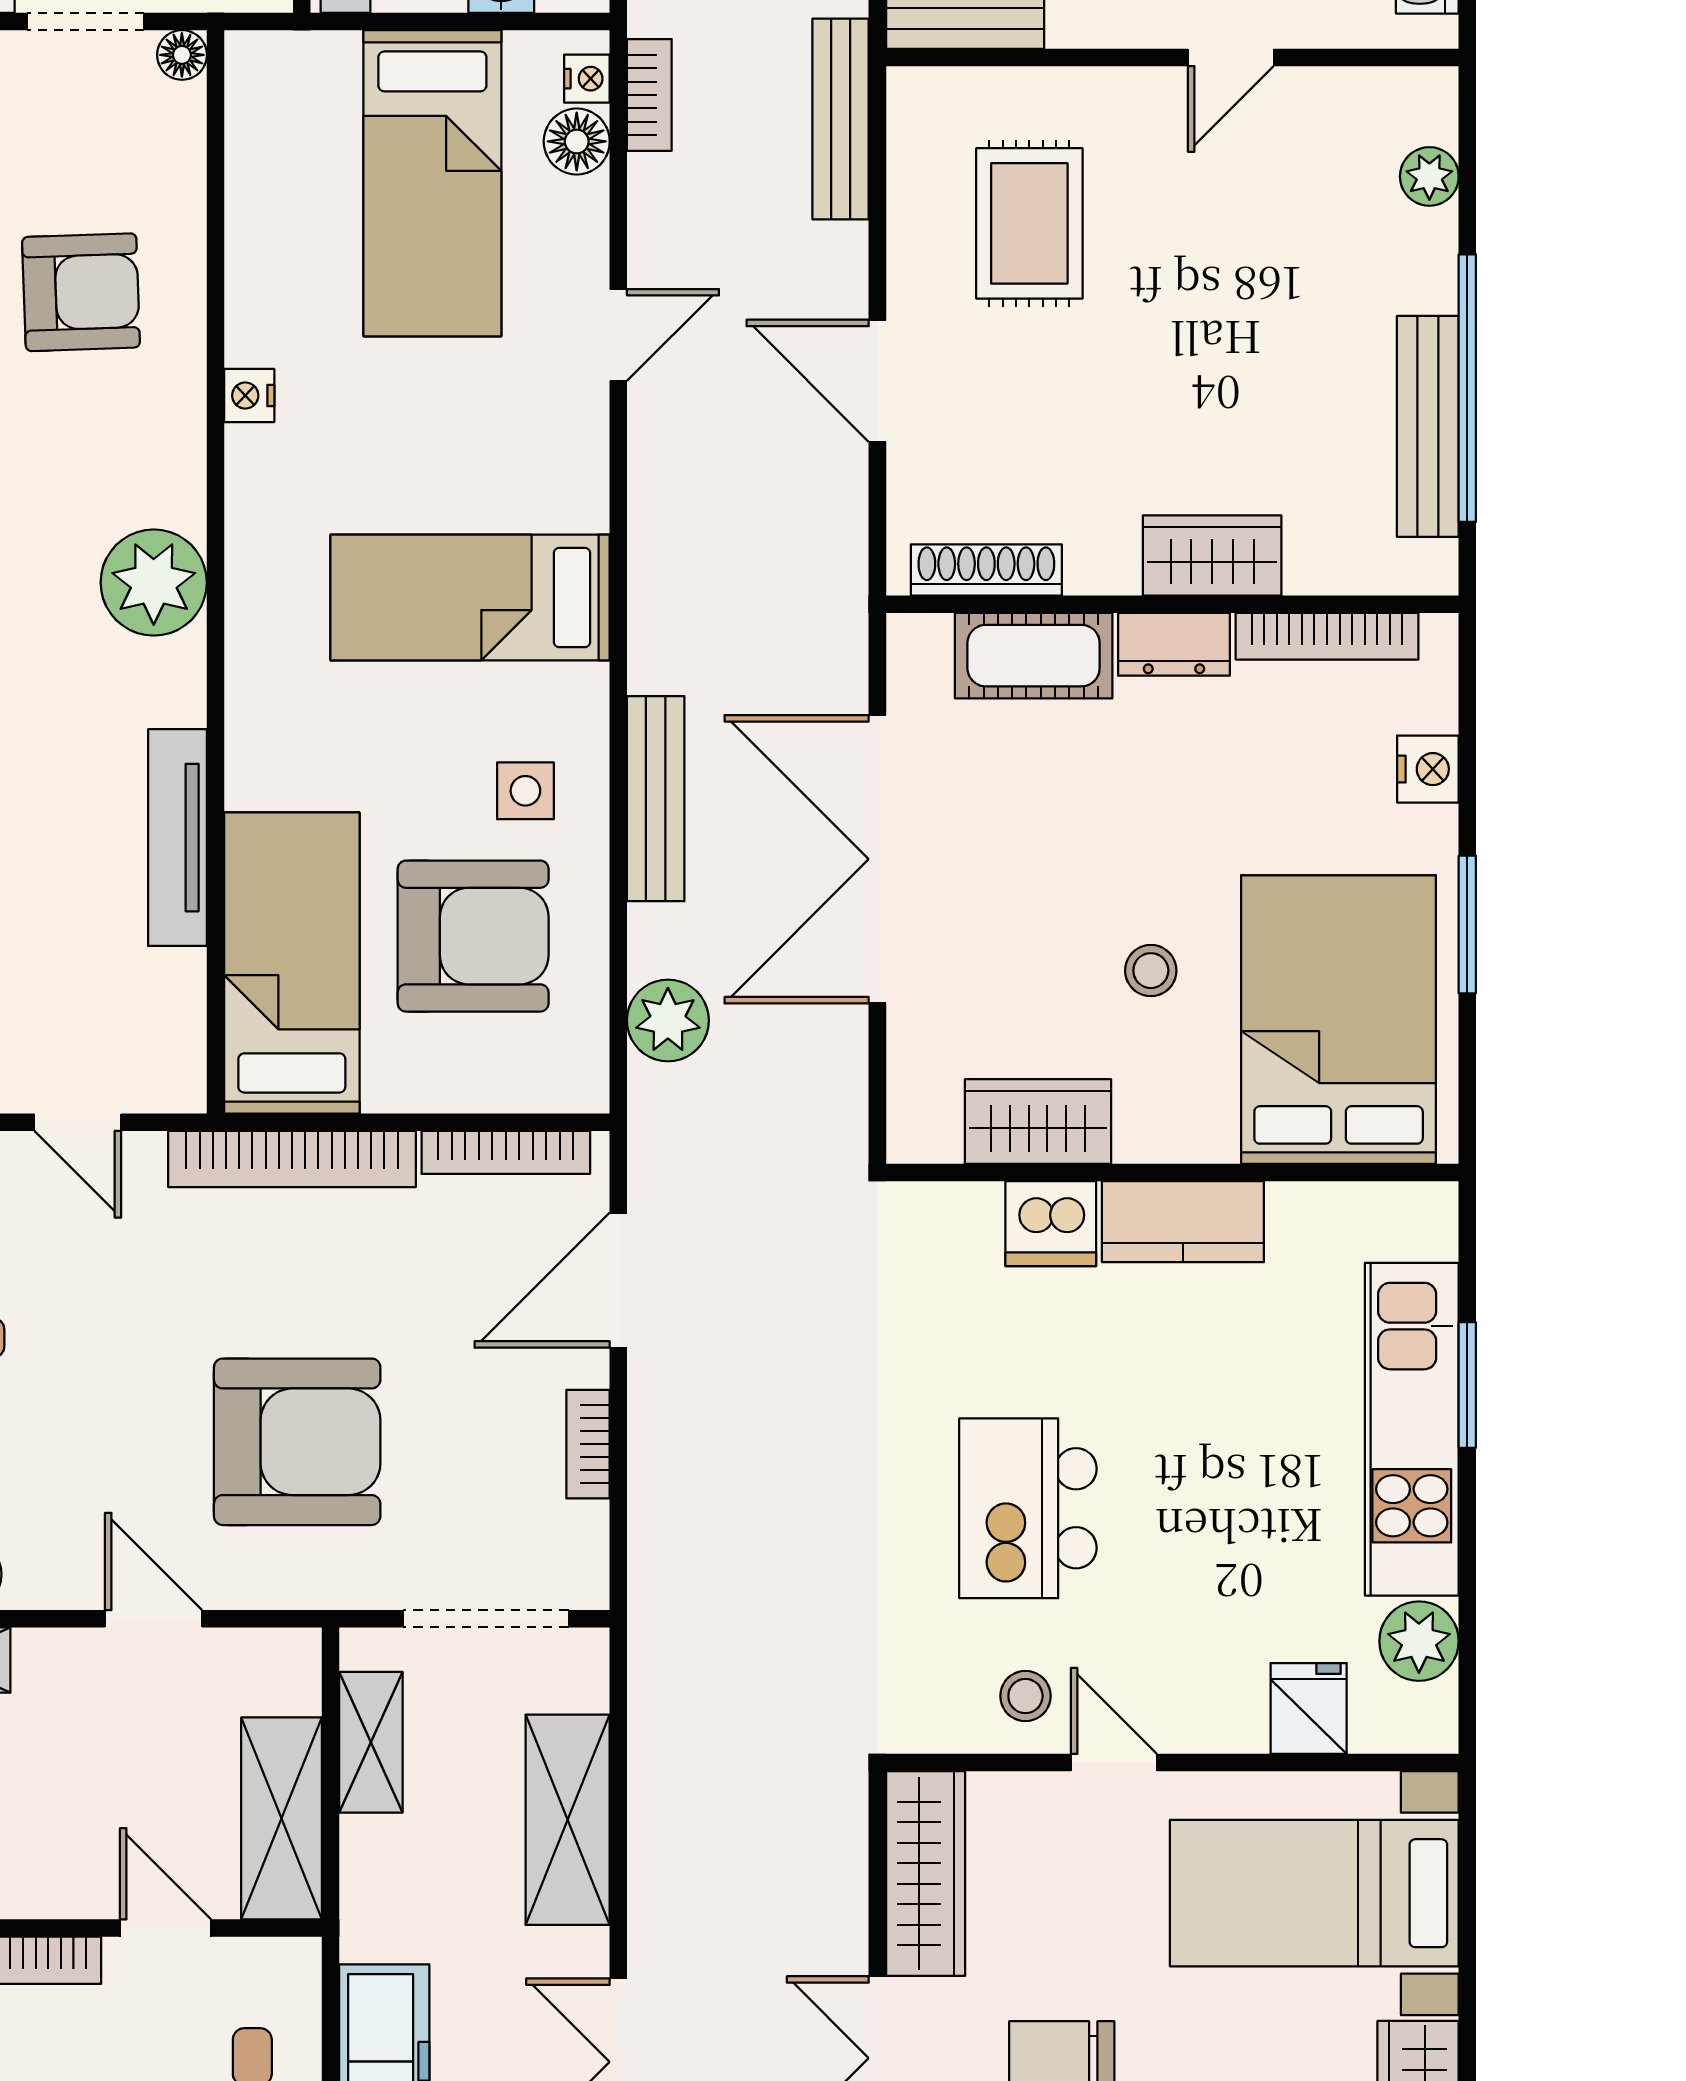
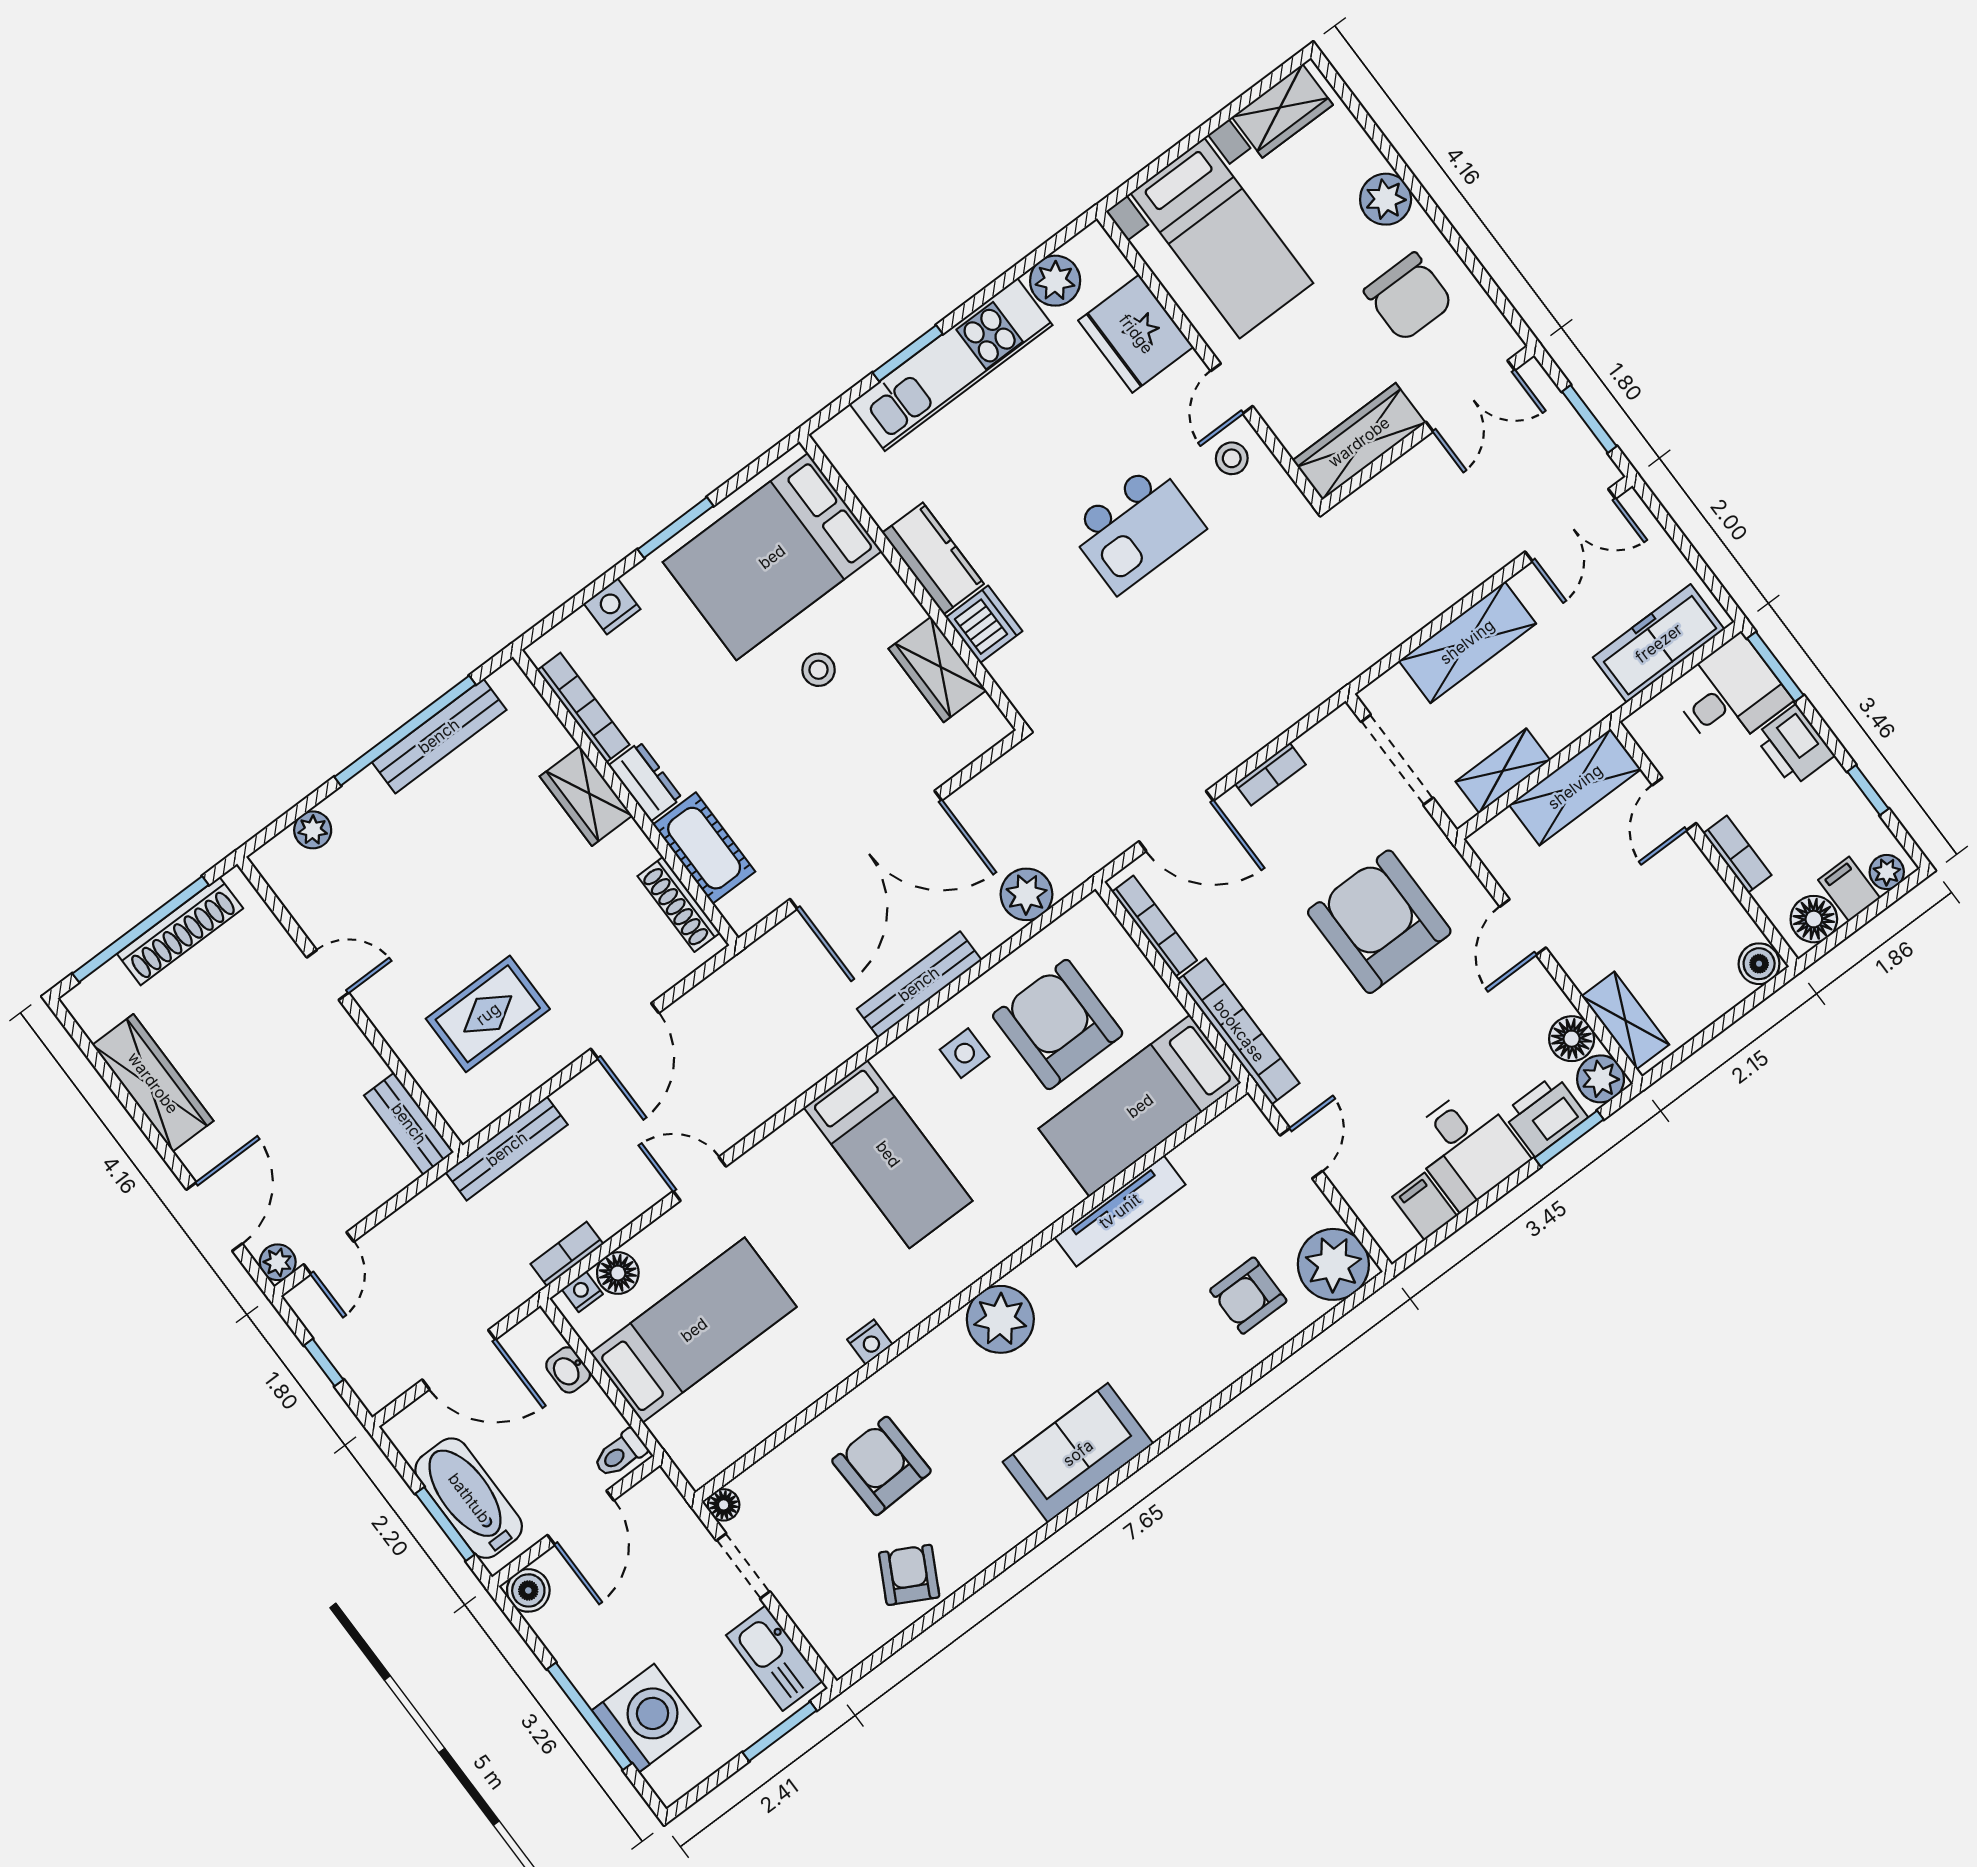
fridge: (1309, 1708) -> (1136, 334), width x1.88, depth x1.34

